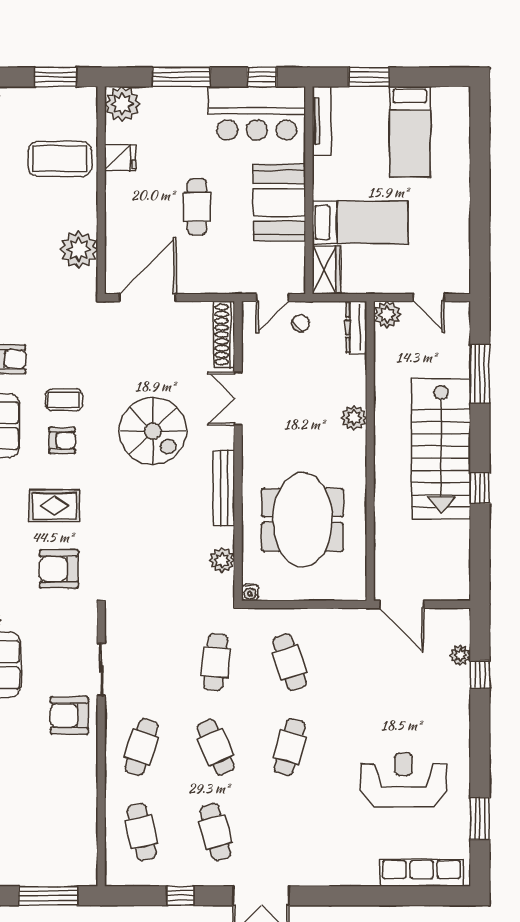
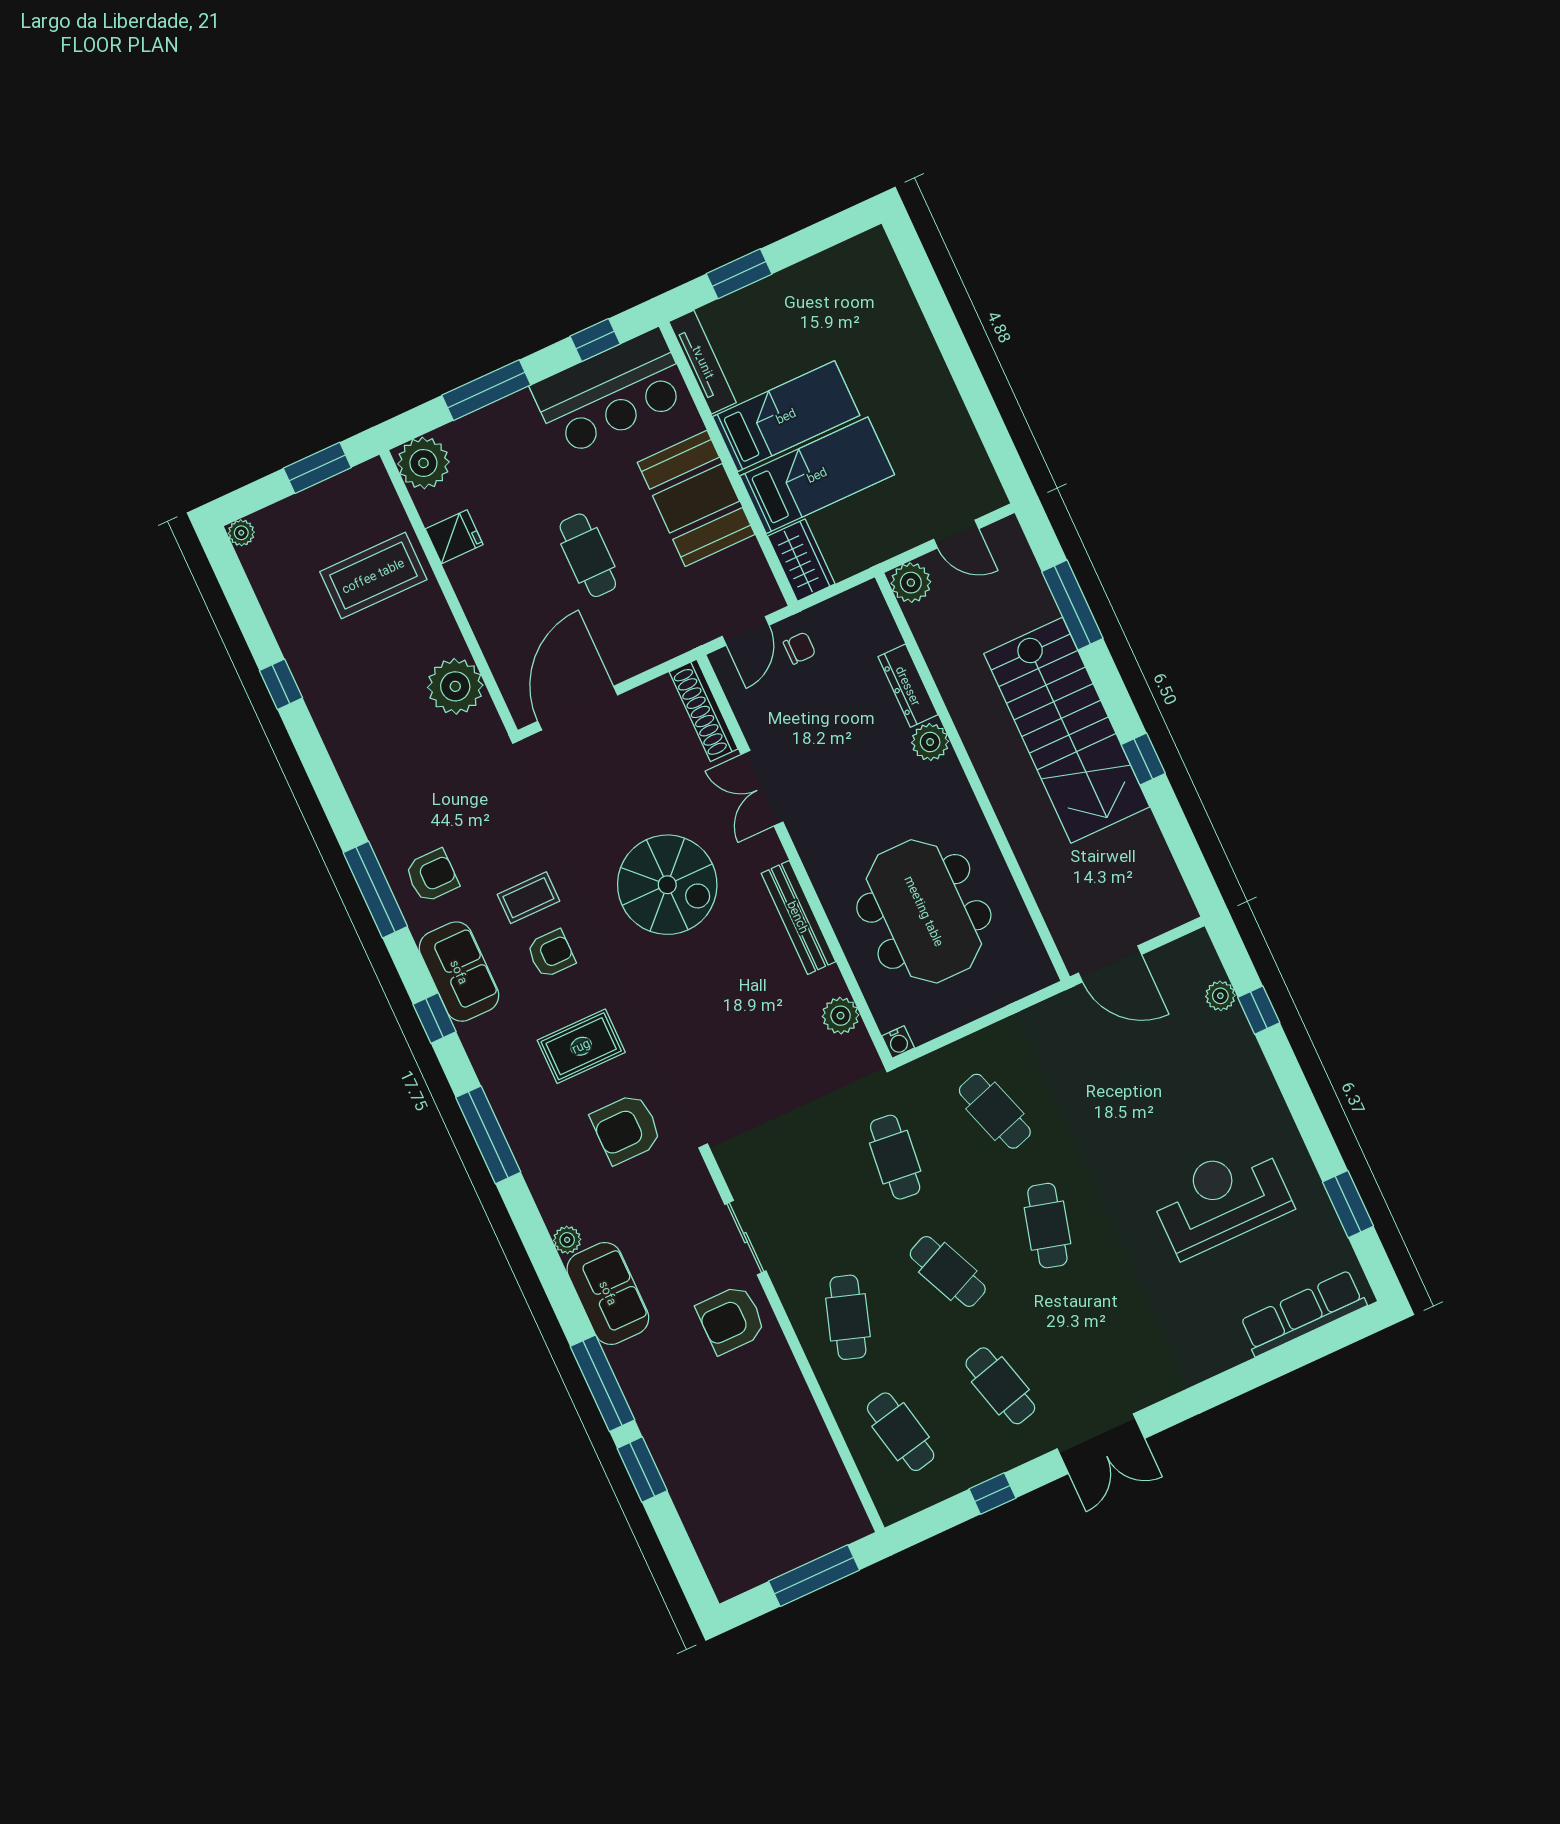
bed: (410, 132) -> (786, 416), moved, turned -90
chair: (300, 323) -> (799, 648), turned 41
dresser: (356, 327) -> (908, 686), moved

